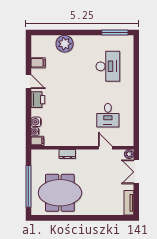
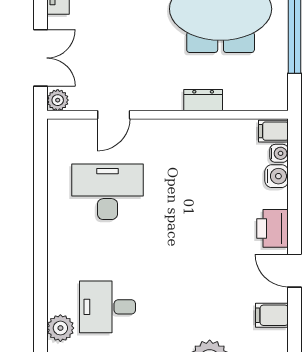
plant: (128, 57) -> (60, 328), added
desk: (108, 66) -> (107, 307), width x0.73
desk: (108, 115) -> (107, 192), width x1.37
door: (105, 148) -> (114, 115), hinge flipped

